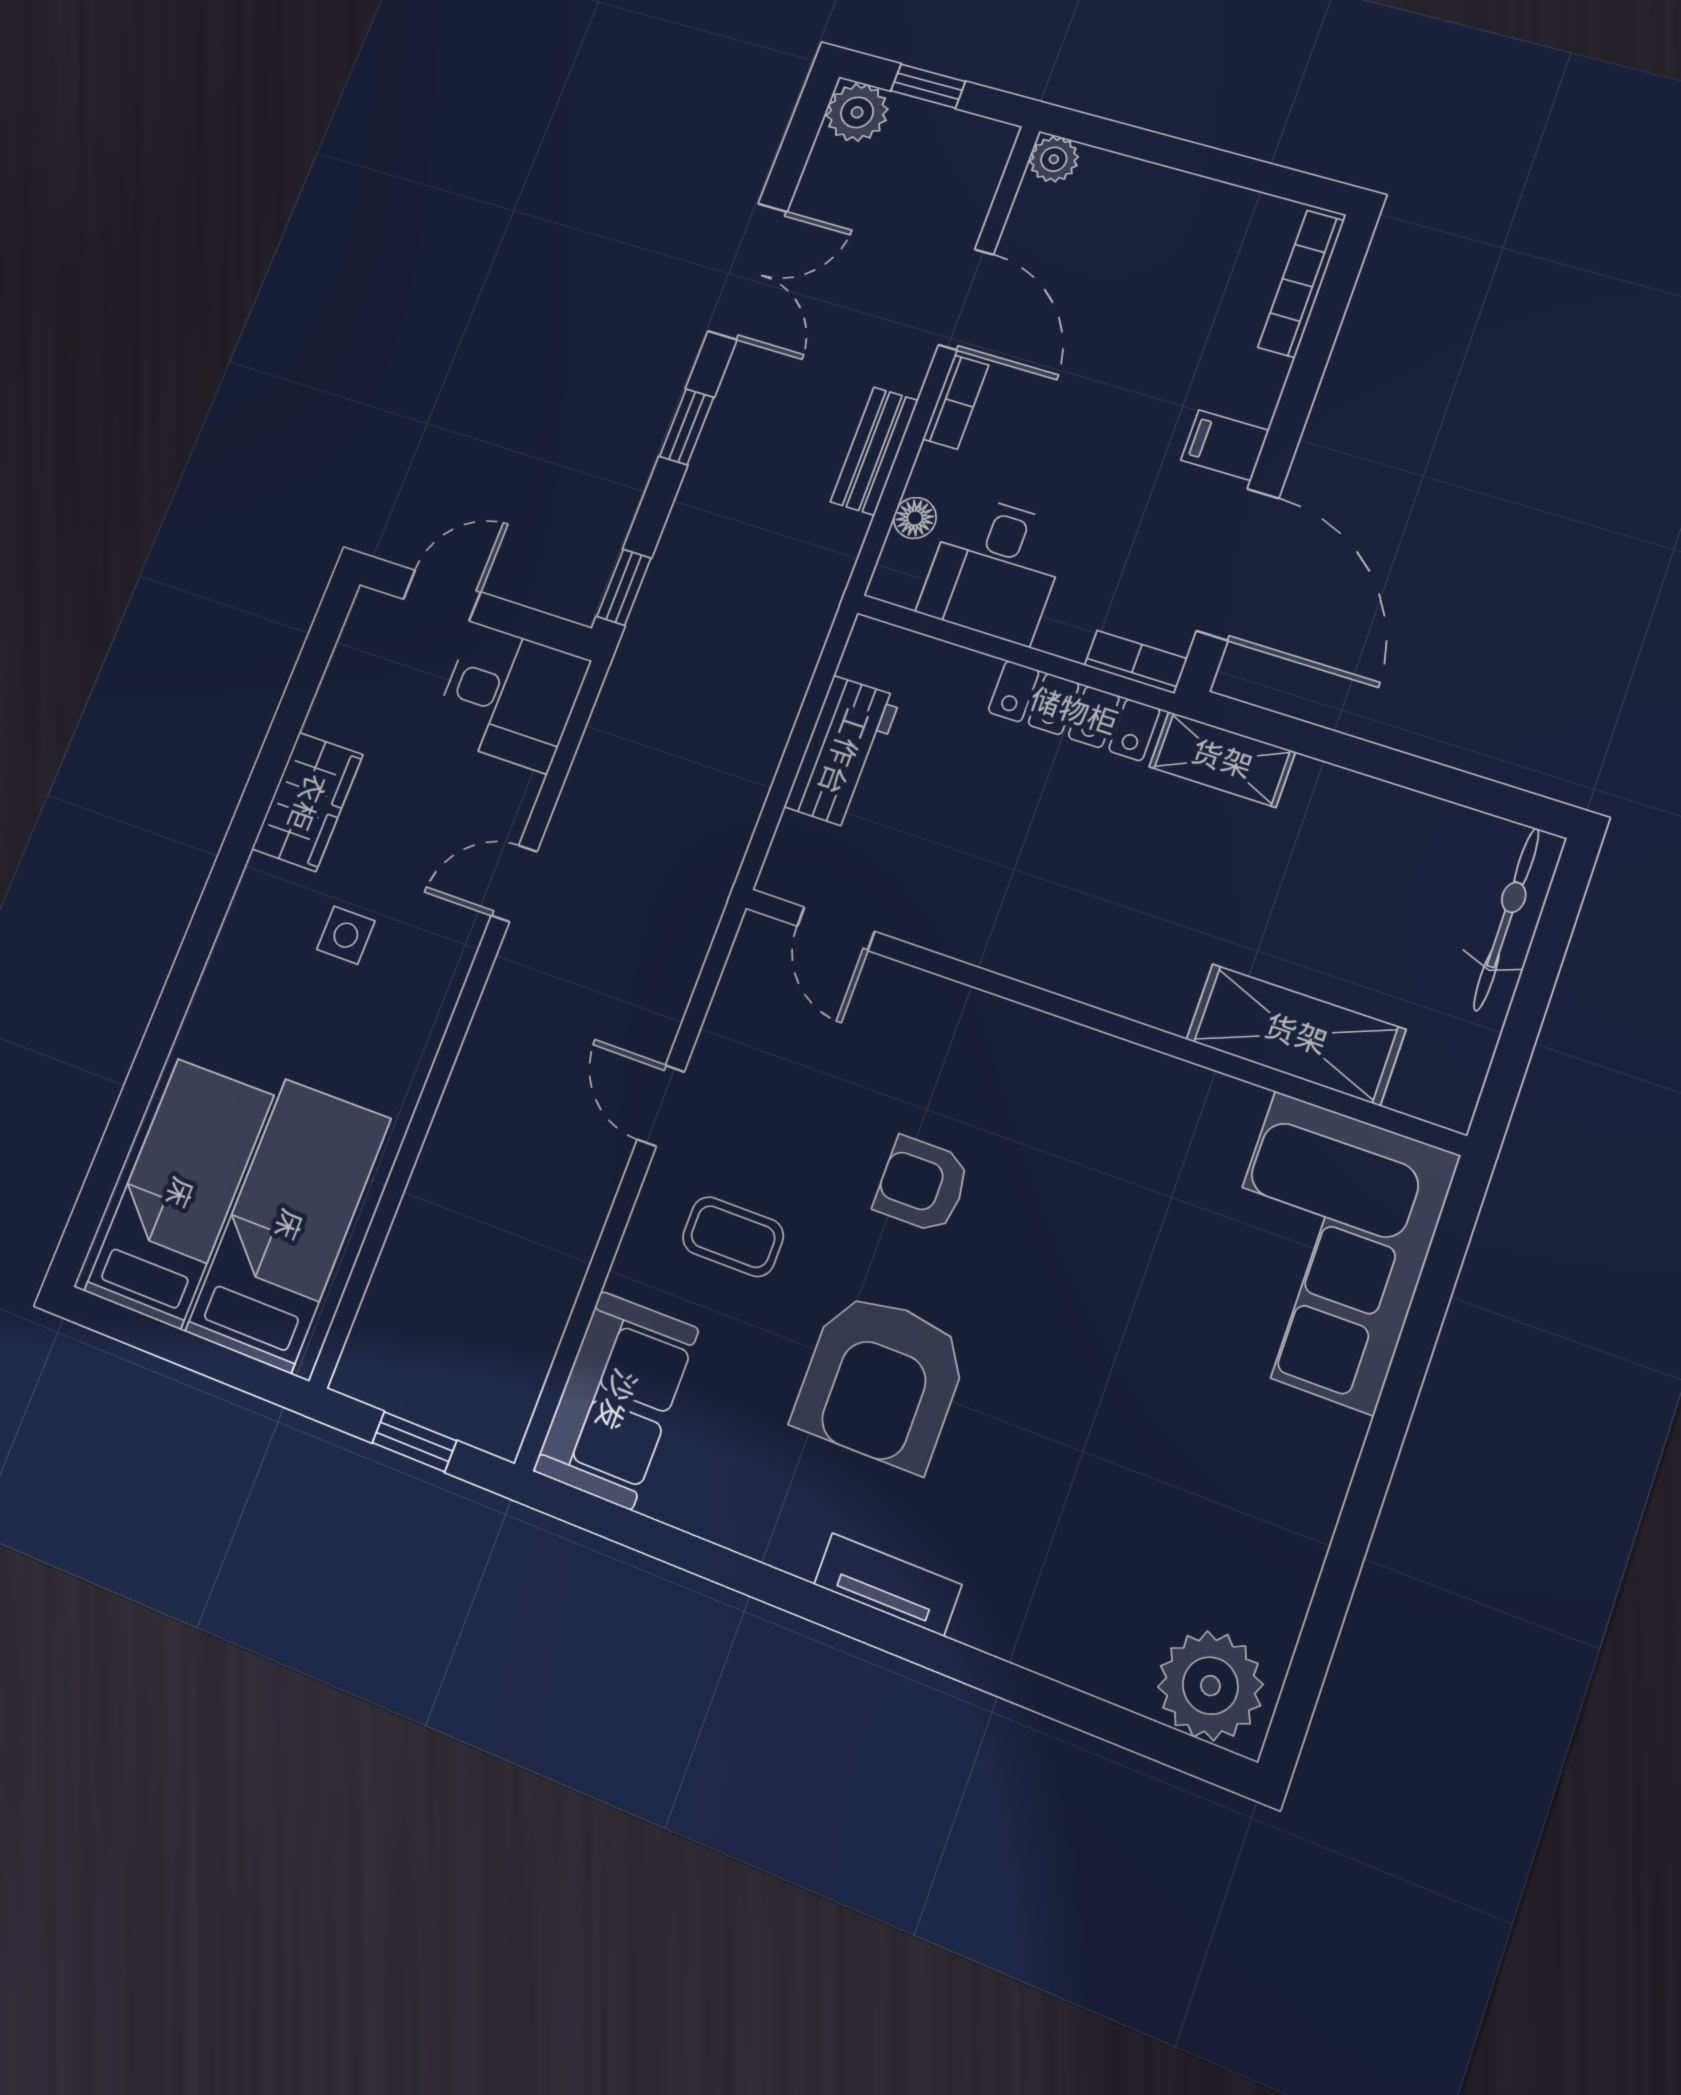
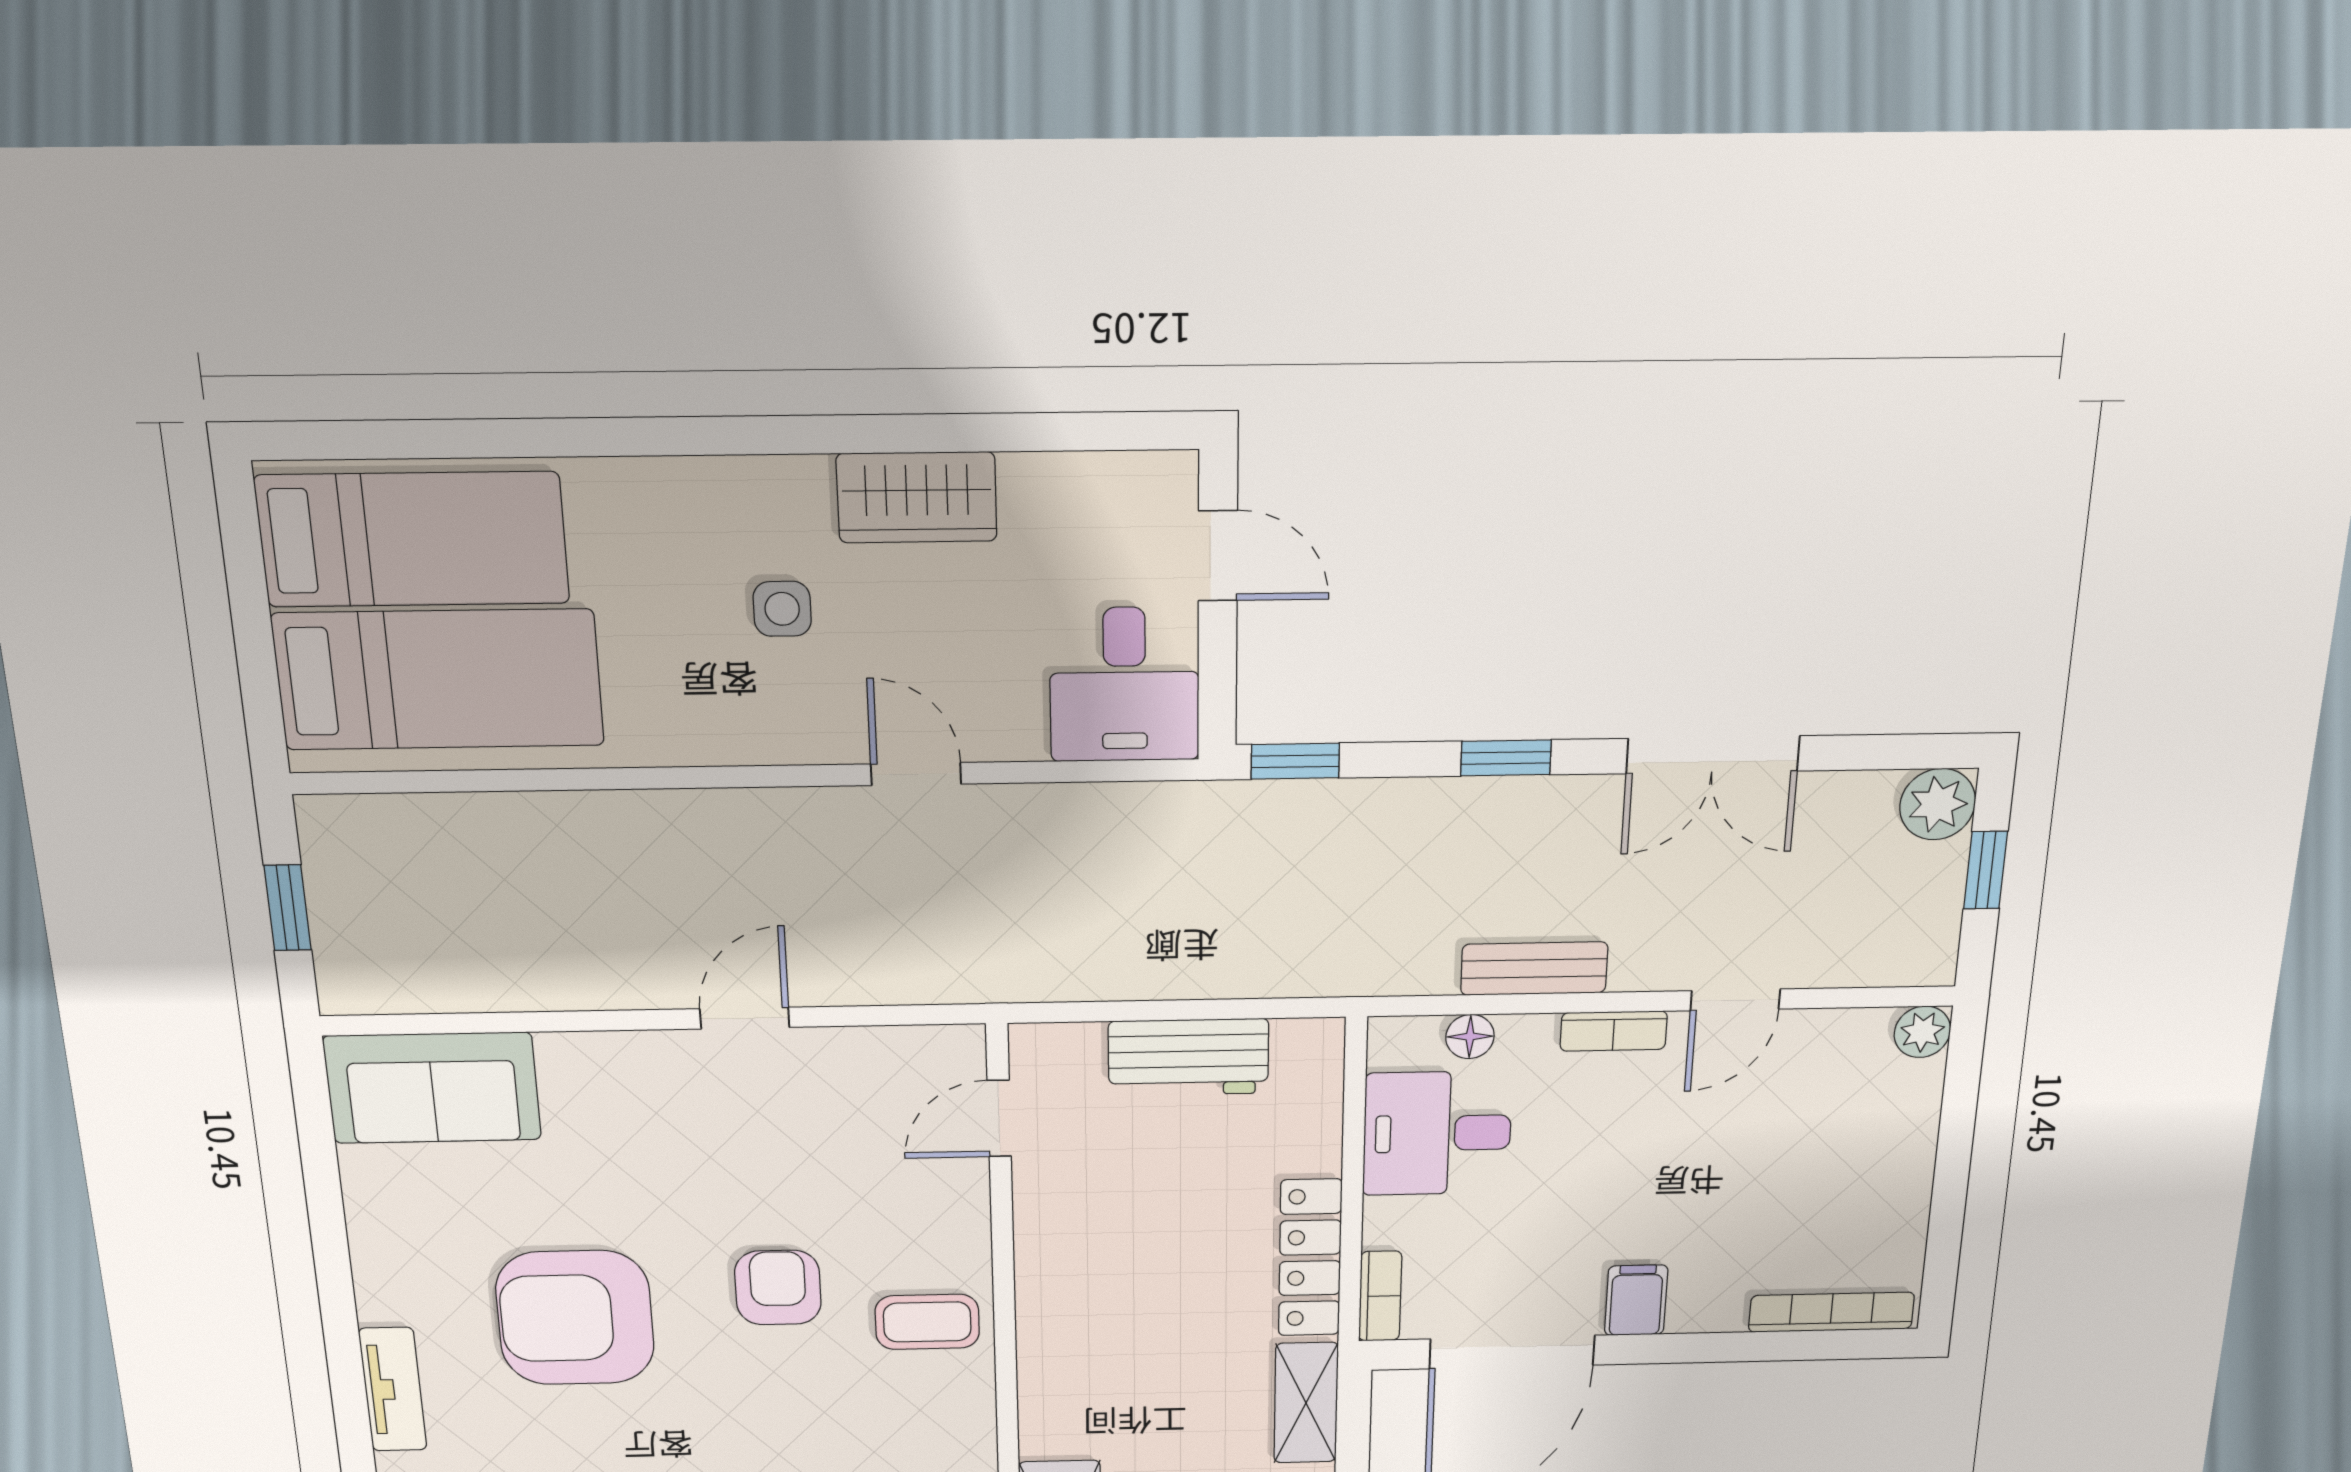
door: (966, 300) -> (1735, 1000), width x0.73
coffee table: (733, 1237) -> (927, 1322), moved, turned 90

